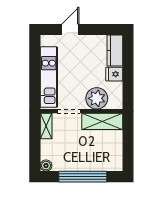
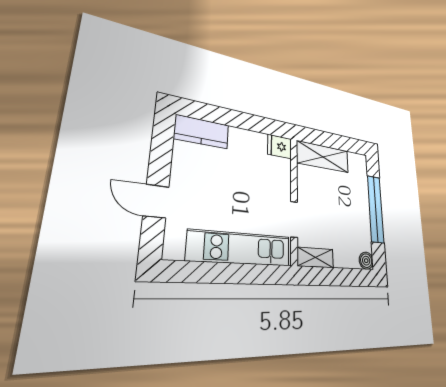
fridge: (114, 74) -> (280, 146), moved, turned 90
plant: (97, 98) -> (276, 174), removed
shelving: (102, 121) -> (323, 157), moved, turned 90

